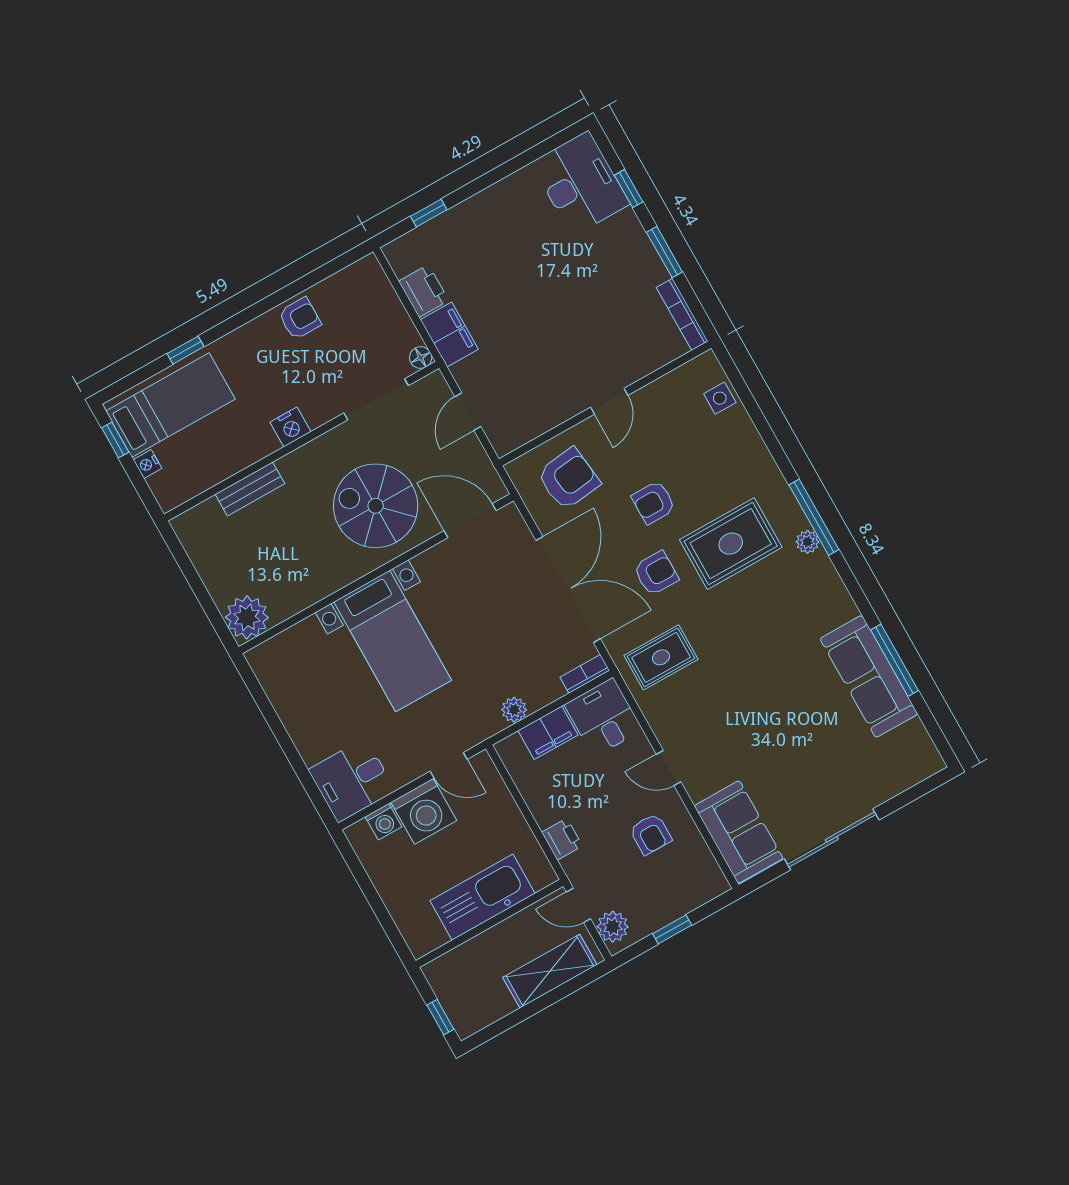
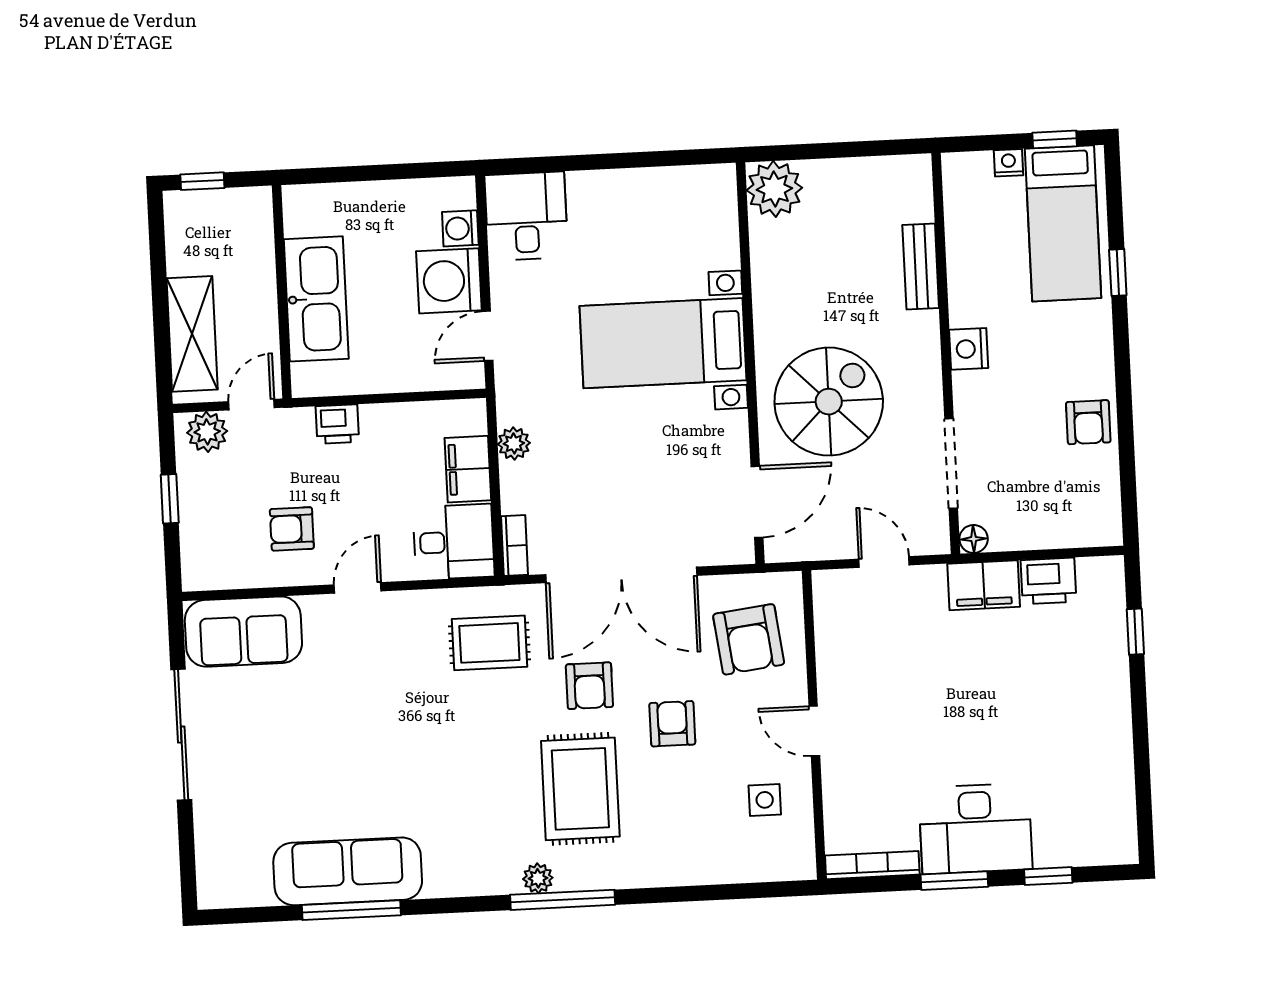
desk: (580, 183) -> (976, 829), moved
side table: (720, 398) -> (765, 800), moved
rug: (661, 657) -> (489, 643), turned 90

